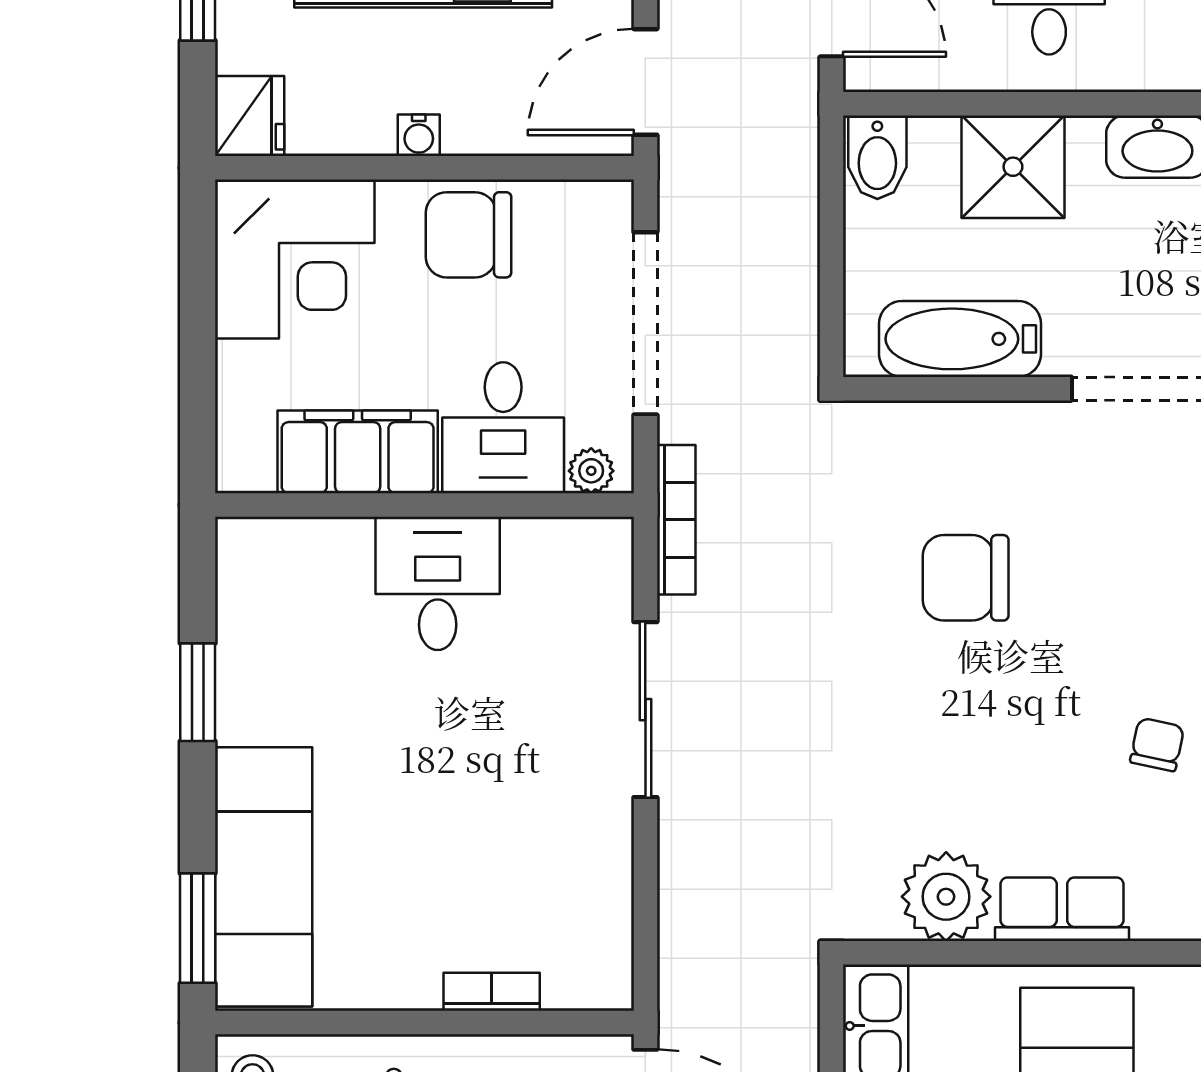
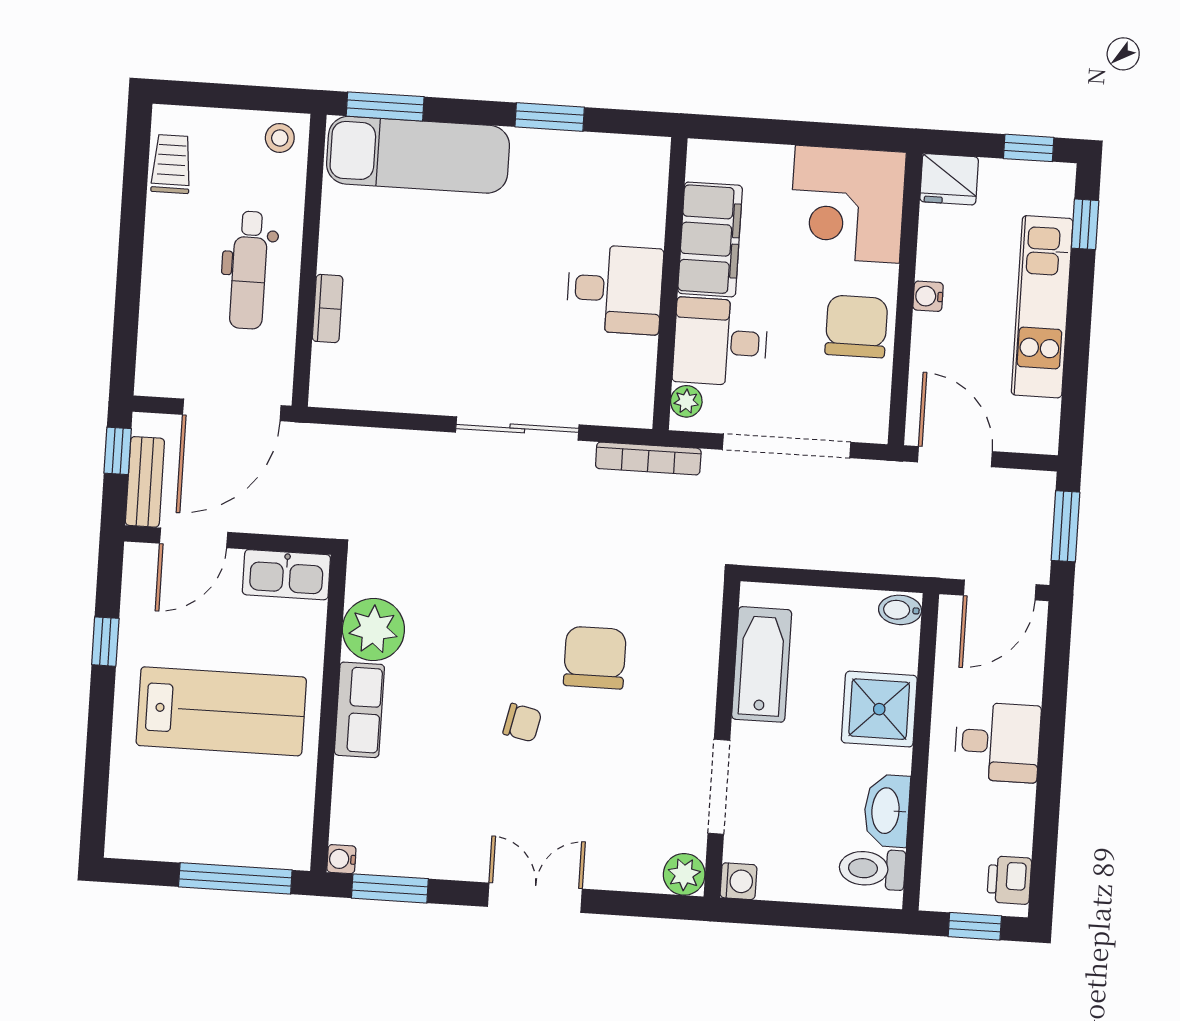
bidet: (877, 157) -> (900, 610), width x0.72, depth x0.74
chair: (1157, 745) -> (522, 723), moved

